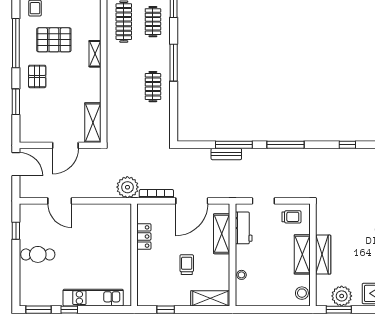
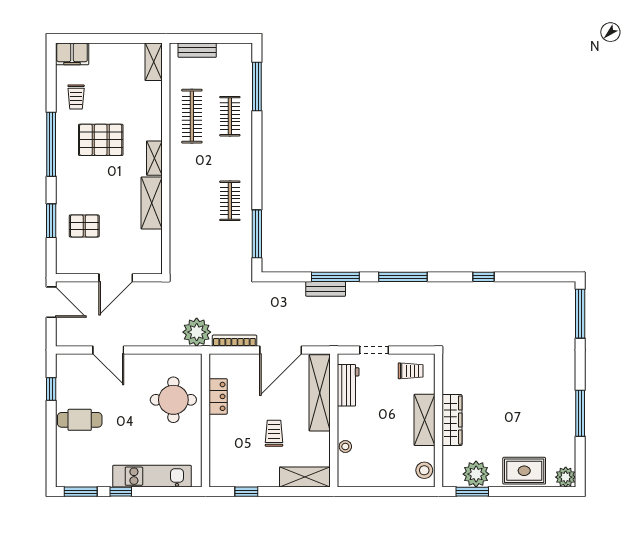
window: (174, 63) -> (257, 234), moved
pallet: (37, 76) -> (84, 226), moved, turned 90
shelving: (93, 123) -> (152, 203), moved
shelving: (222, 234) -> (320, 393), width x1.47
round table: (110, 239) -> (173, 400), added

